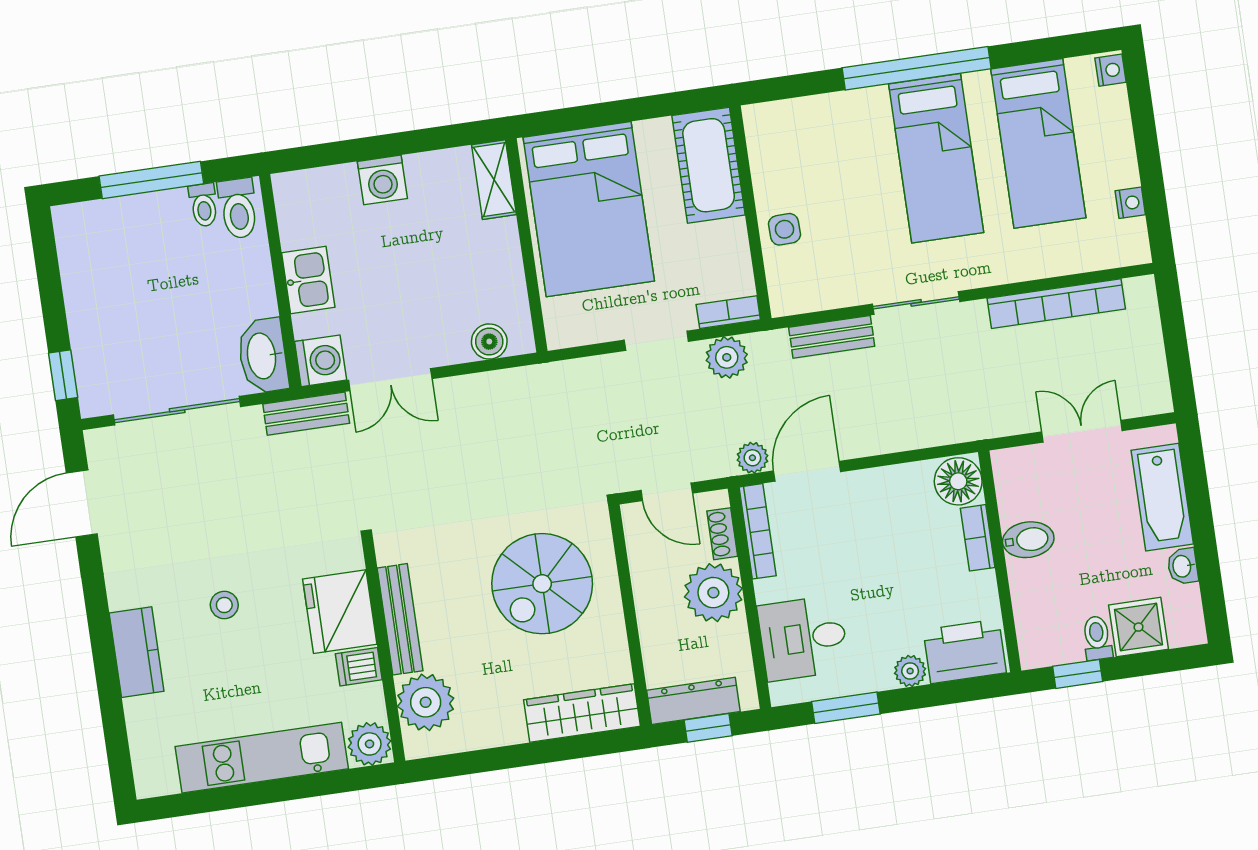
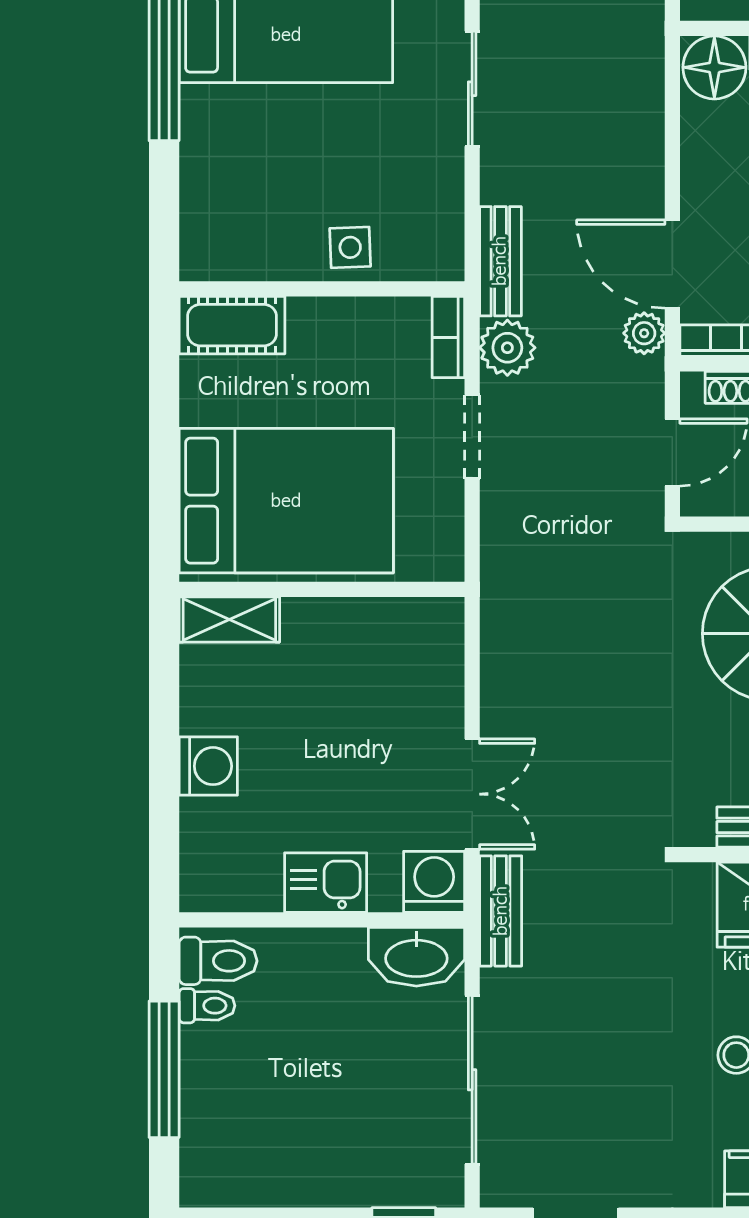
cot: (709, 165) -> (232, 325), width x0.73, depth x0.75
bench: (832, 337) -> (500, 261), moved
boiler: (489, 342) -> (441, 657), removed

